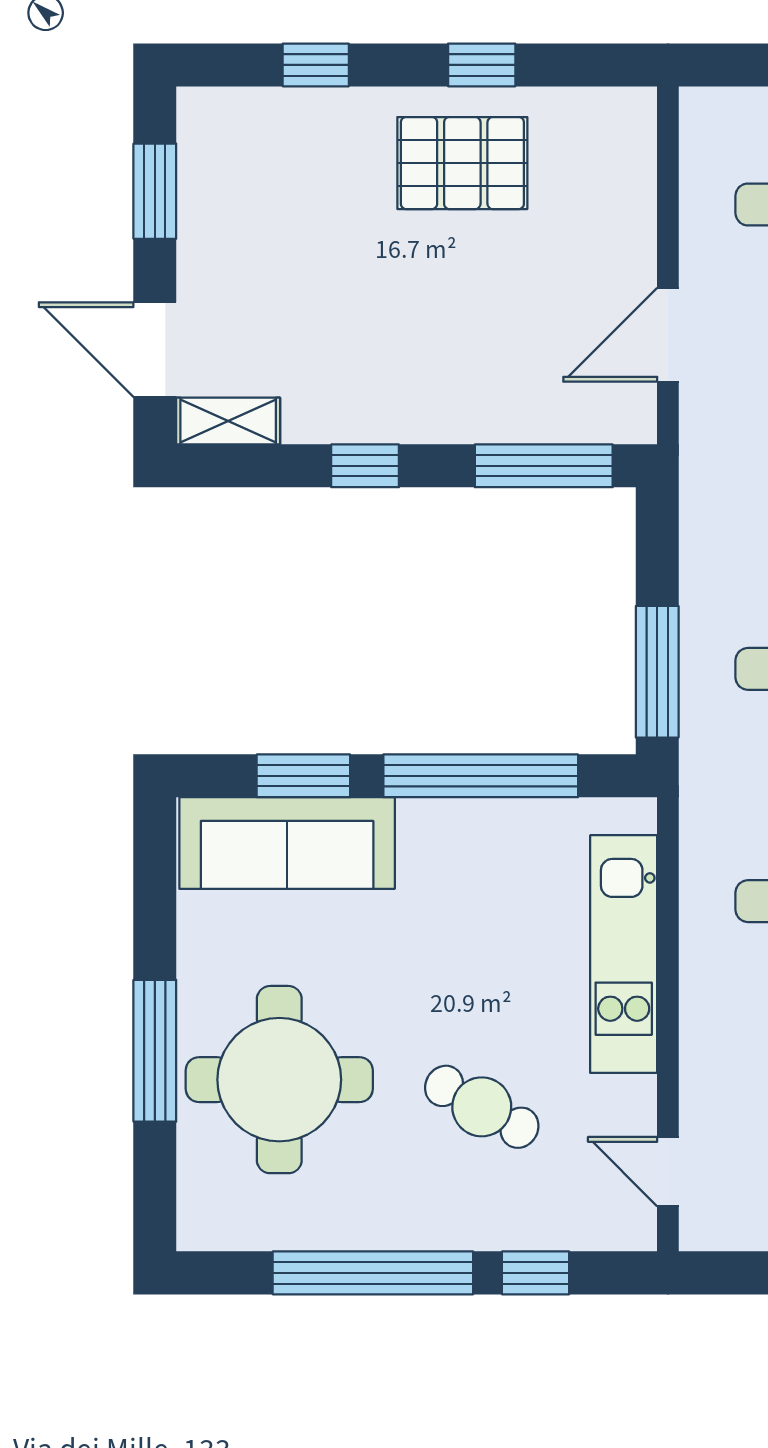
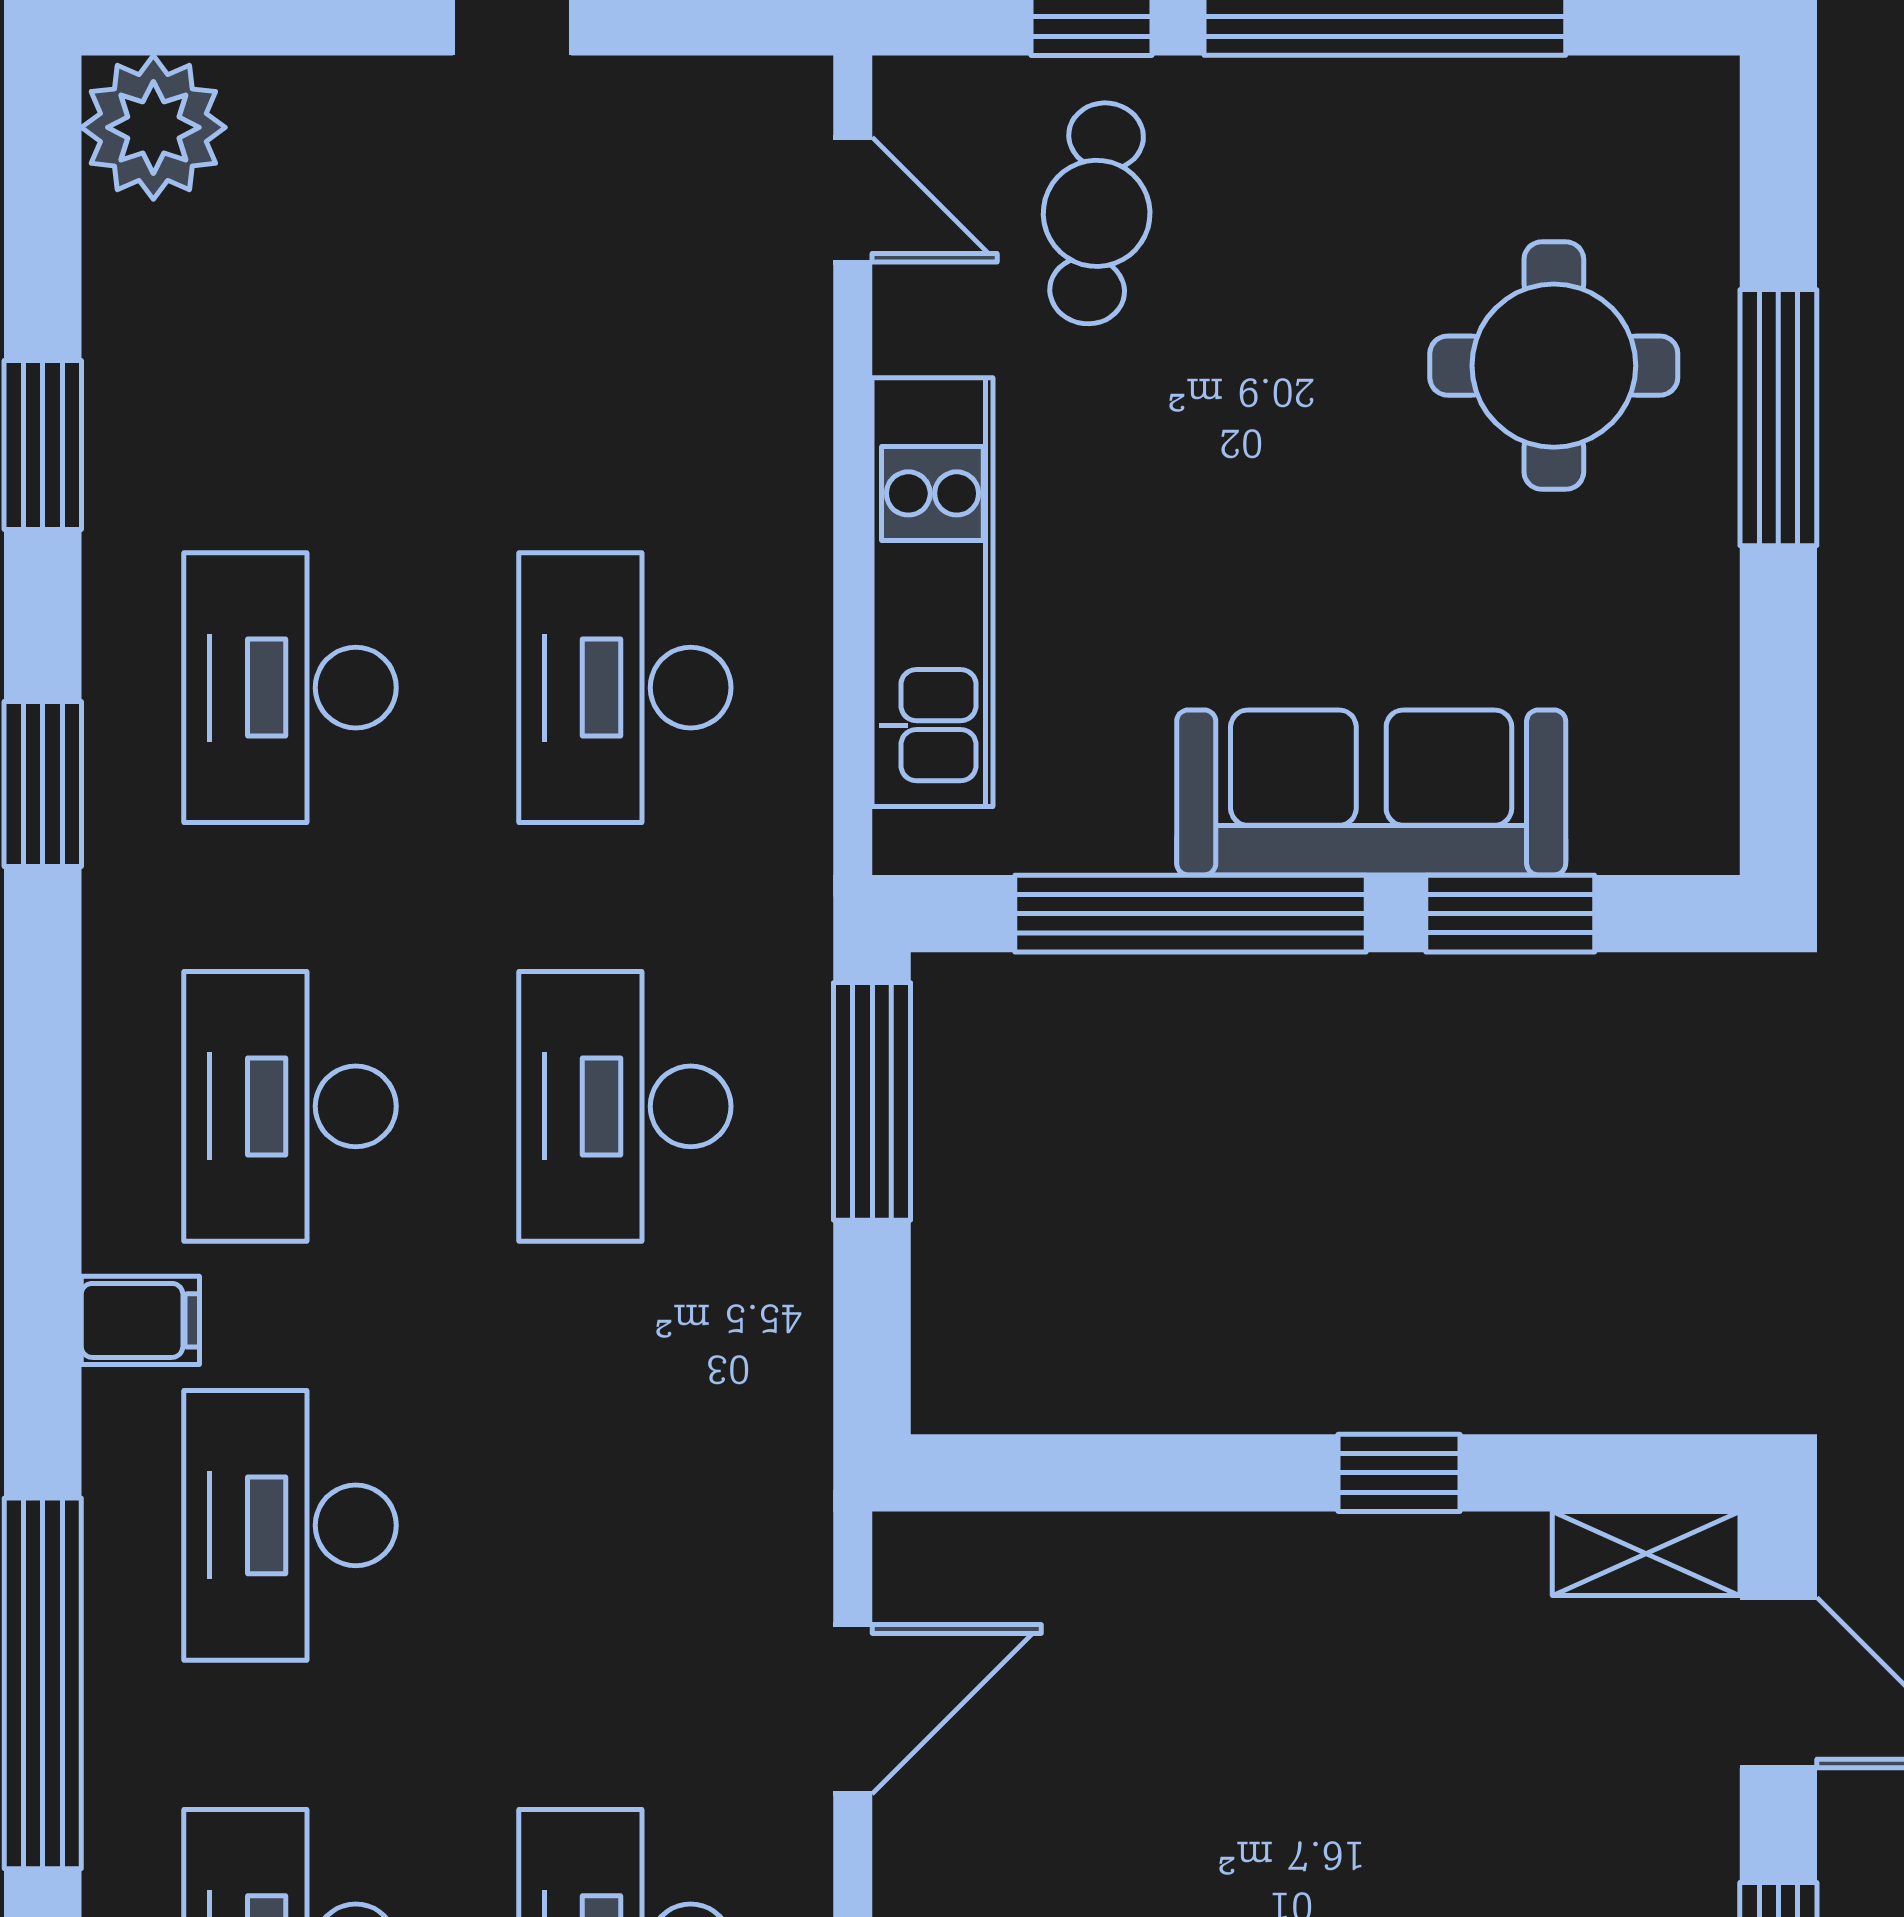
window: (544, 466) -> (1077, 1473), removed
sofa: (287, 843) -> (1371, 792), moved
round table: (279, 1080) -> (1554, 366), width x0.73, depth x0.73
cafe table: (482, 1107) -> (1097, 213), moved, turned 68

